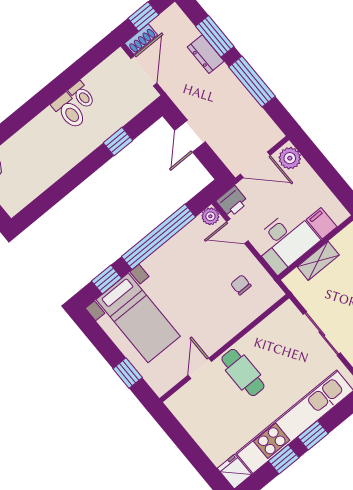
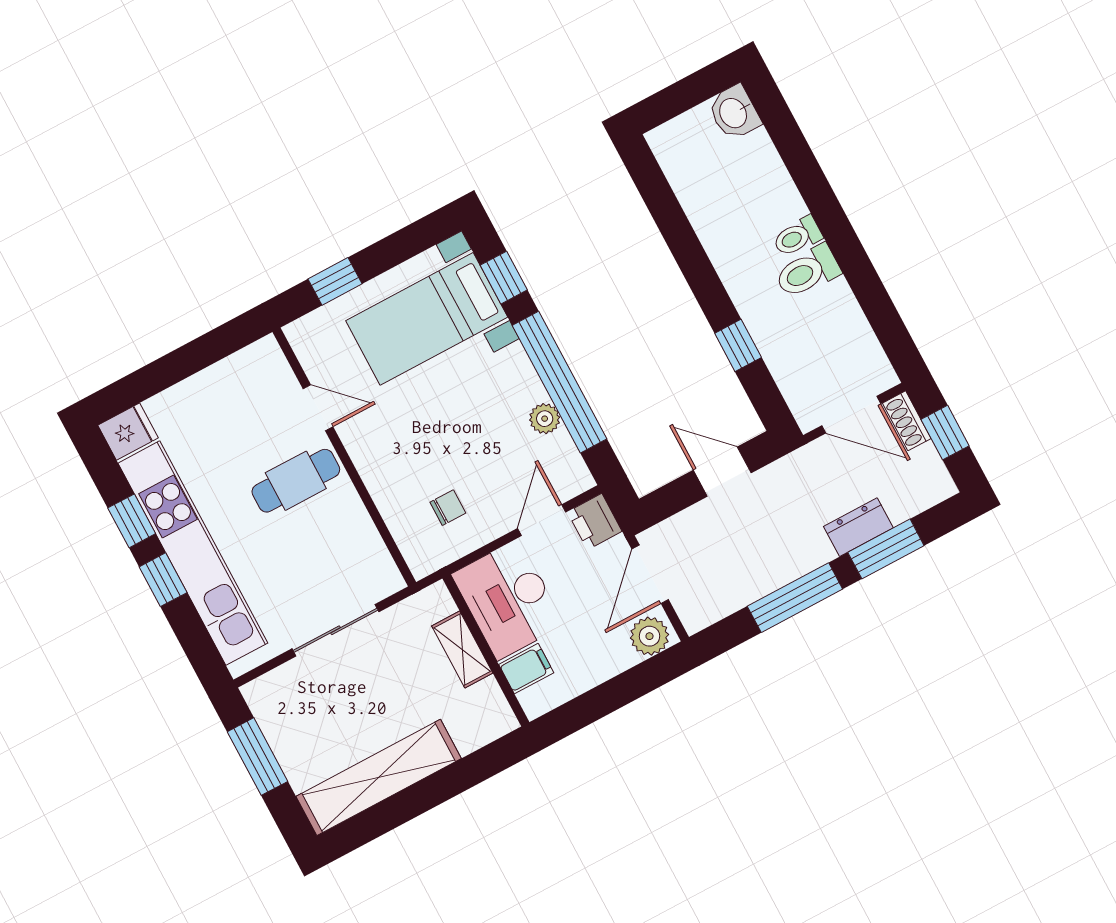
toilet: (82, 95) -> (797, 237), moved
plant: (210, 216) -> (545, 419), moved

